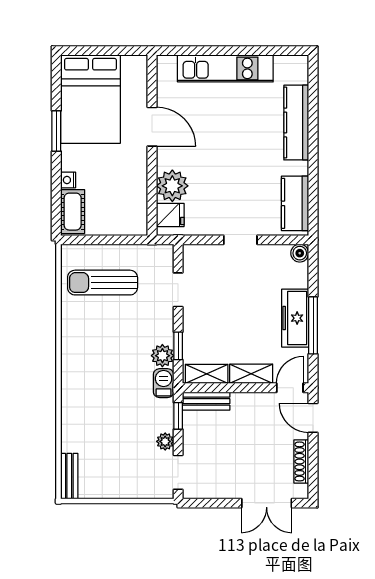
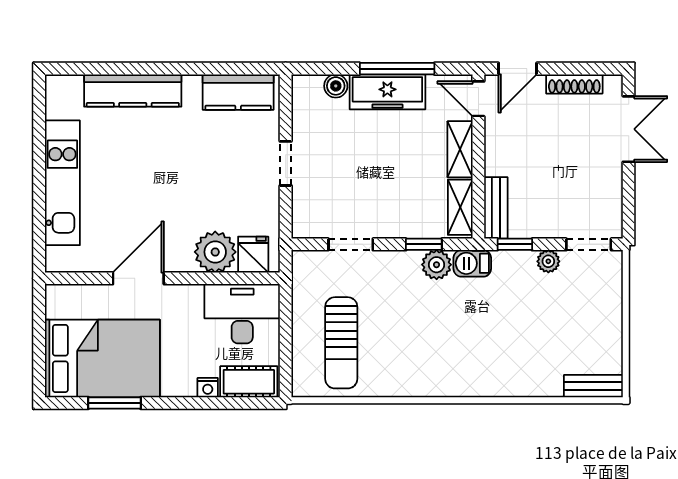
window: (56, 131) -> (114, 403), moved
desk: (125, 206) -> (242, 314), added
boiler: (300, 253) -> (336, 86), moved

